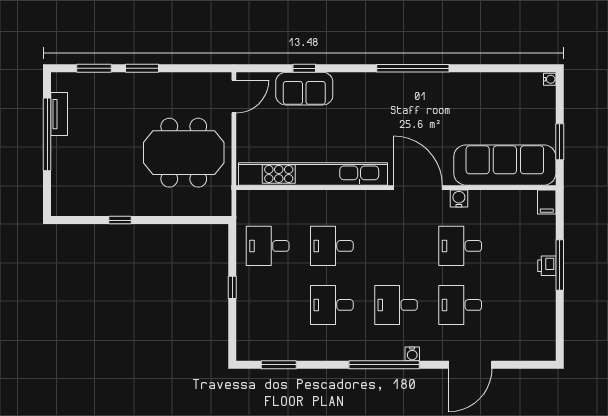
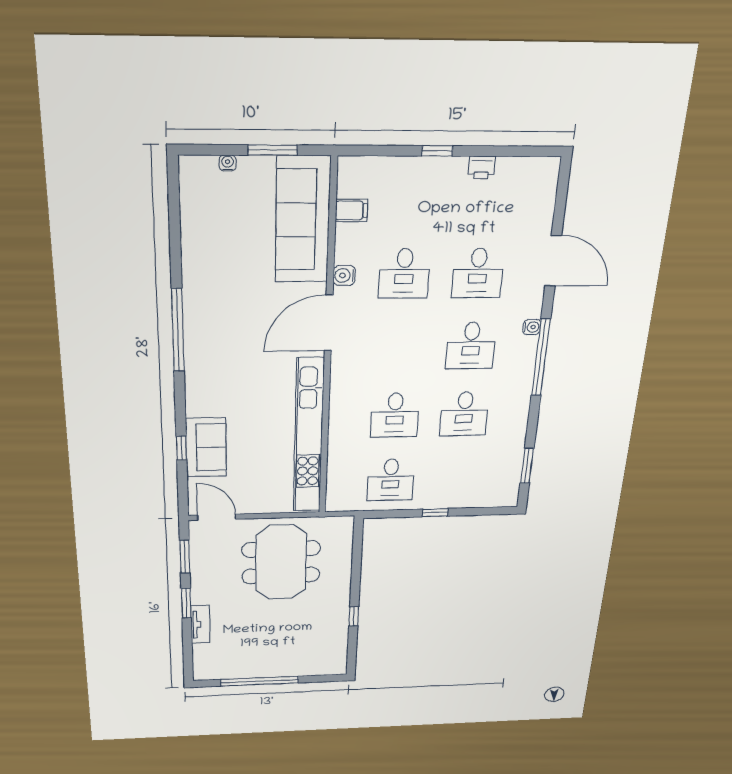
window: (94, 68) -> (185, 557), moved
water cooler: (550, 79) -> (228, 163), moved
tv unit: (59, 114) -> (200, 625), moved, turned 90
filing cabinet: (547, 202) -> (351, 210), moved
window: (560, 265) -> (437, 151), width x0.46
printer: (547, 266) -> (482, 168), moved

